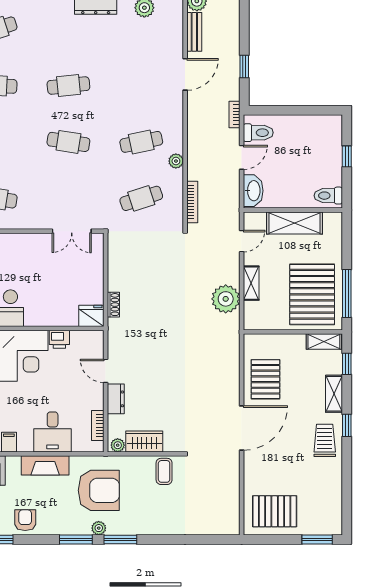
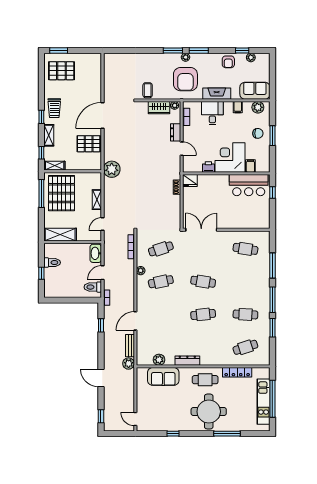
toilet: (328, 196) -> (52, 263), moved
shelving: (295, 223) -> (60, 235), moved
double door: (72, 231) -> (201, 230), width x1.37
plant: (226, 299) -> (112, 169), moved
pallet: (265, 379) -> (89, 144), turned 90
armchair: (99, 490) -> (185, 79), turned -90
pallet: (275, 511) -> (61, 71), moved

